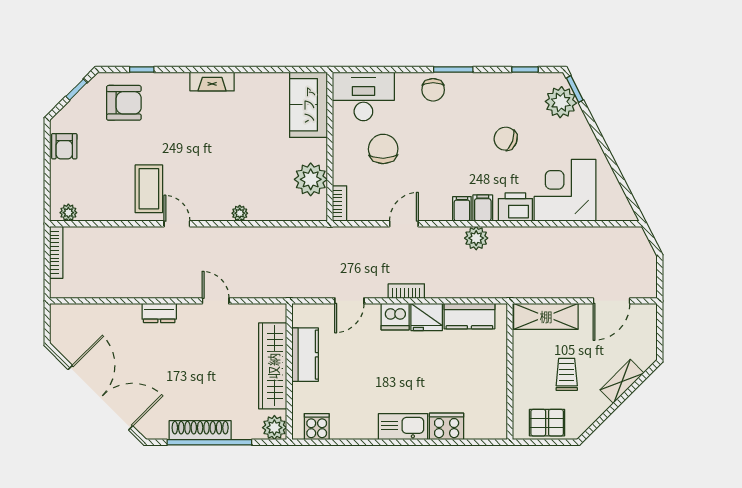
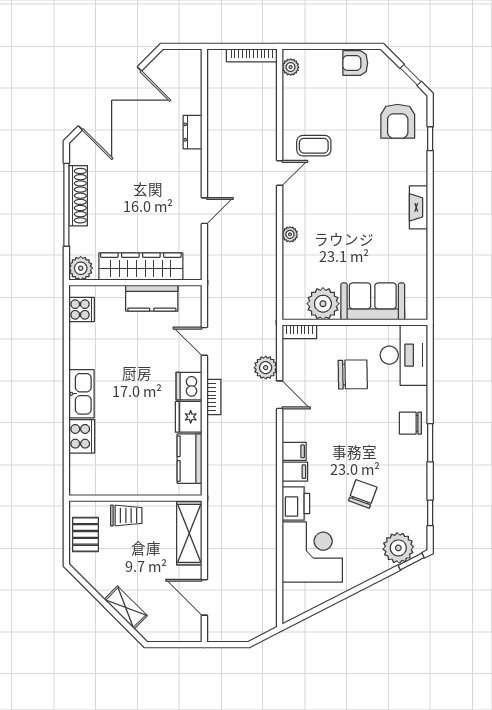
sofa: (308, 105) -> (373, 301), moved
coffee table: (149, 189) -> (314, 146), width x0.73, depth x0.77
plant: (476, 238) -> (266, 368), moved
dresser: (159, 313) -> (192, 132), moved
trolley: (567, 374) -> (126, 516), moved

